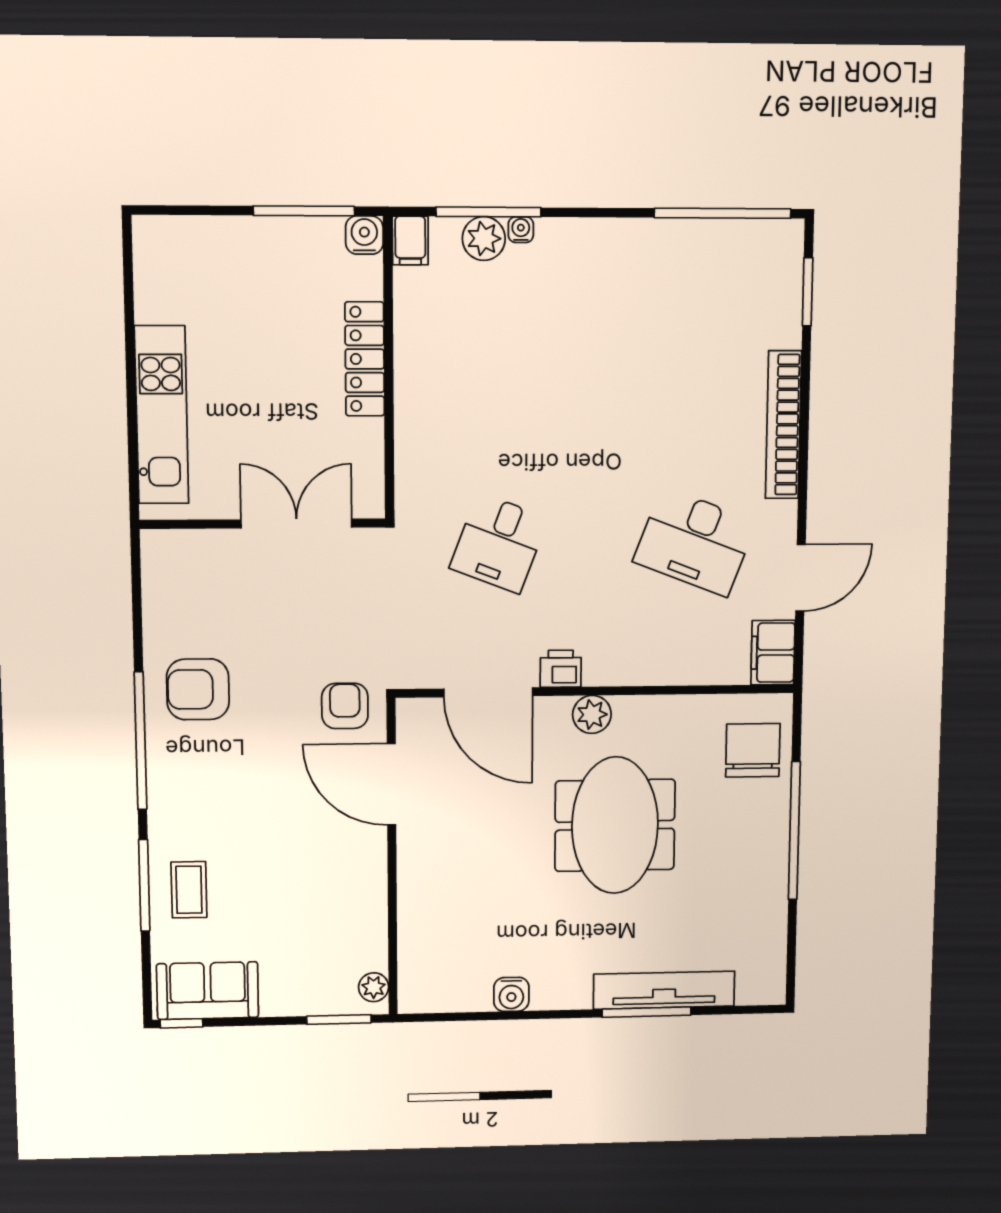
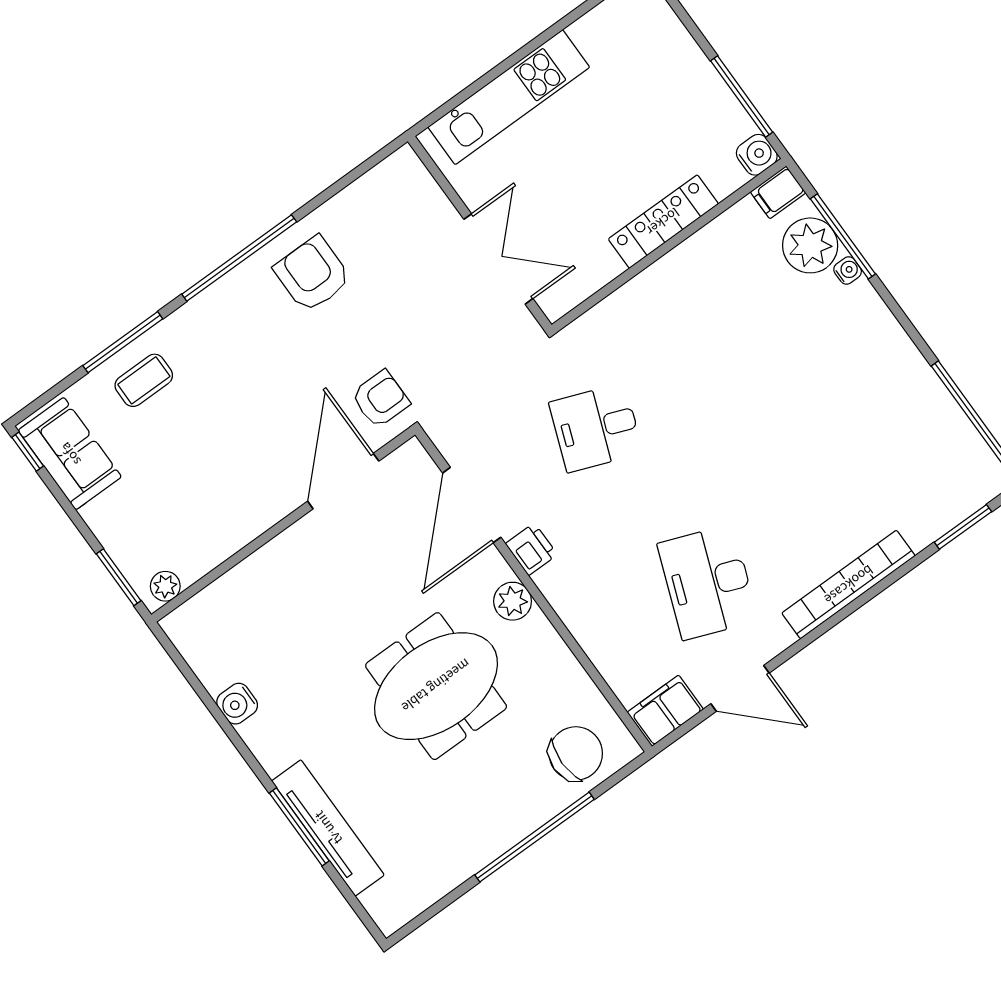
plant: (484, 239) -> (810, 245), width x1.36, depth x1.36

